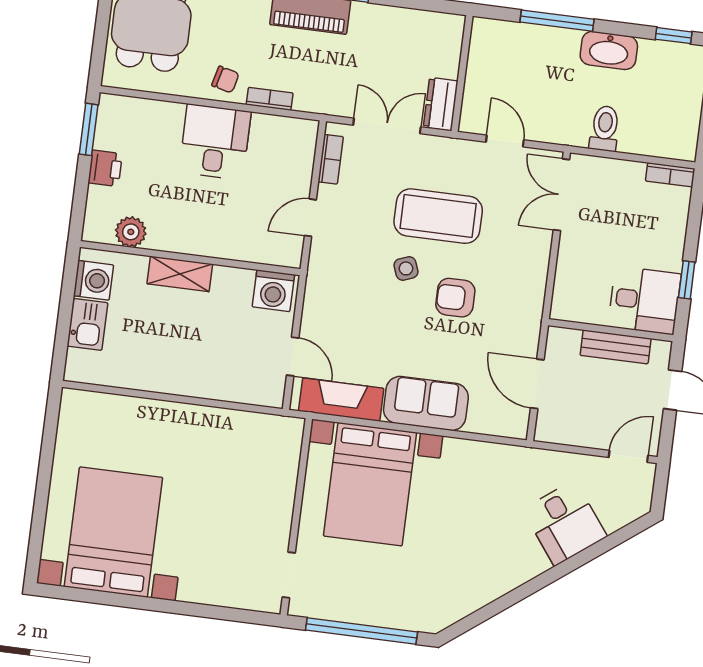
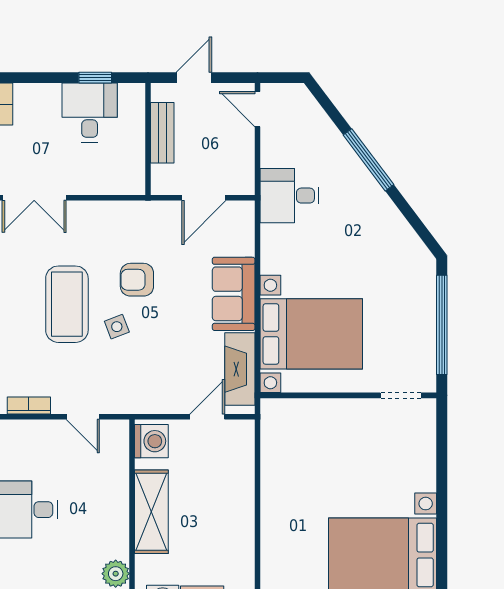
shelving: (180, 274) -> (151, 512), width x1.50, depth x1.33
armchair: (455, 298) -> (137, 280), turned 90
desk: (644, 300) -> (90, 113), moved
desk: (565, 523) -> (290, 196), moved, turned -143
window: (556, 573) -> (368, 160), added

